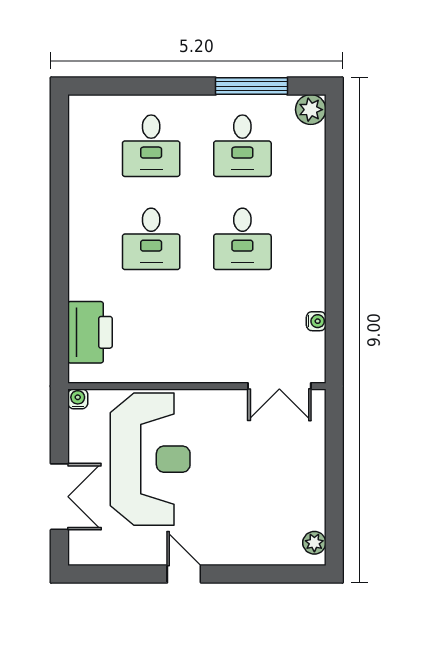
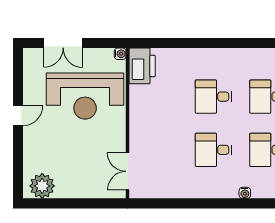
water cooler: (316, 321) -> (245, 193), moved
printer: (90, 332) -> (142, 66), moved, turned -90
plant: (314, 543) -> (42, 186), width x1.88, depth x1.88

